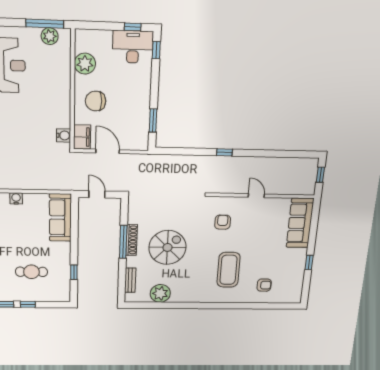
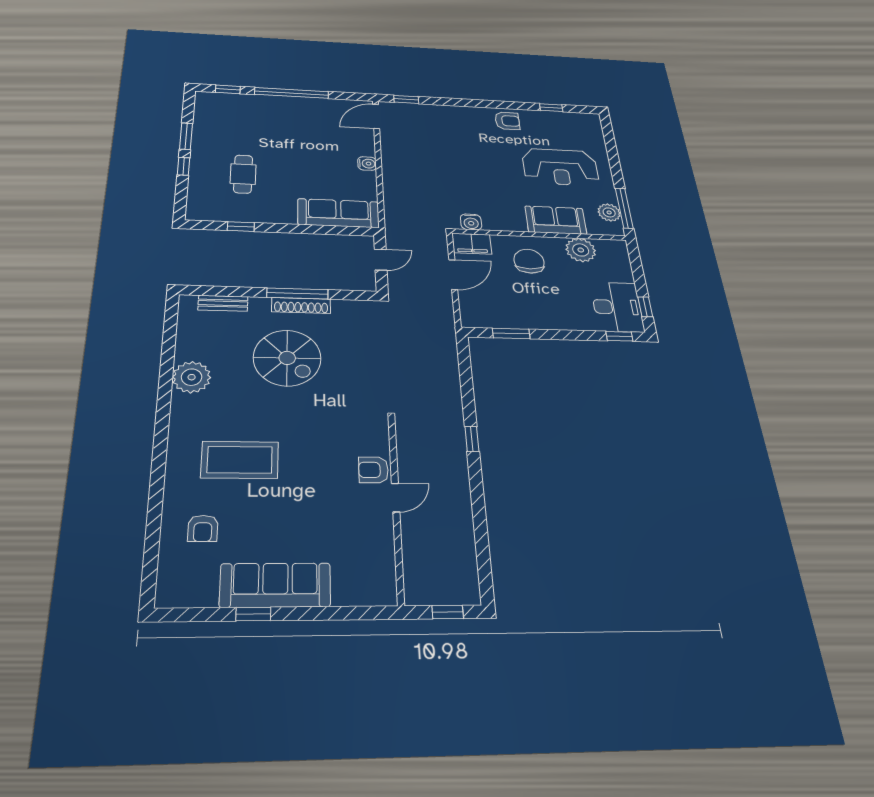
sofa: (59, 77) -> (556, 220), added
armchair: (223, 222) -> (374, 470), moved, turned 180
sofa: (300, 223) -> (275, 585), moved
plant: (160, 293) -> (192, 377), moved

